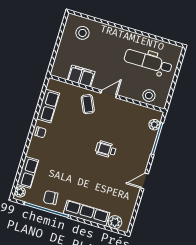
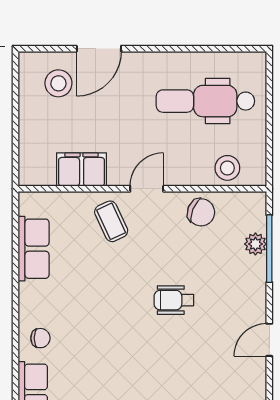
door: (106, 23) -> (99, 49), added
chair: (131, 112) -> (201, 212), added
plant: (154, 125) -> (255, 244), moved
chair: (40, 132) -> (40, 338), moved

